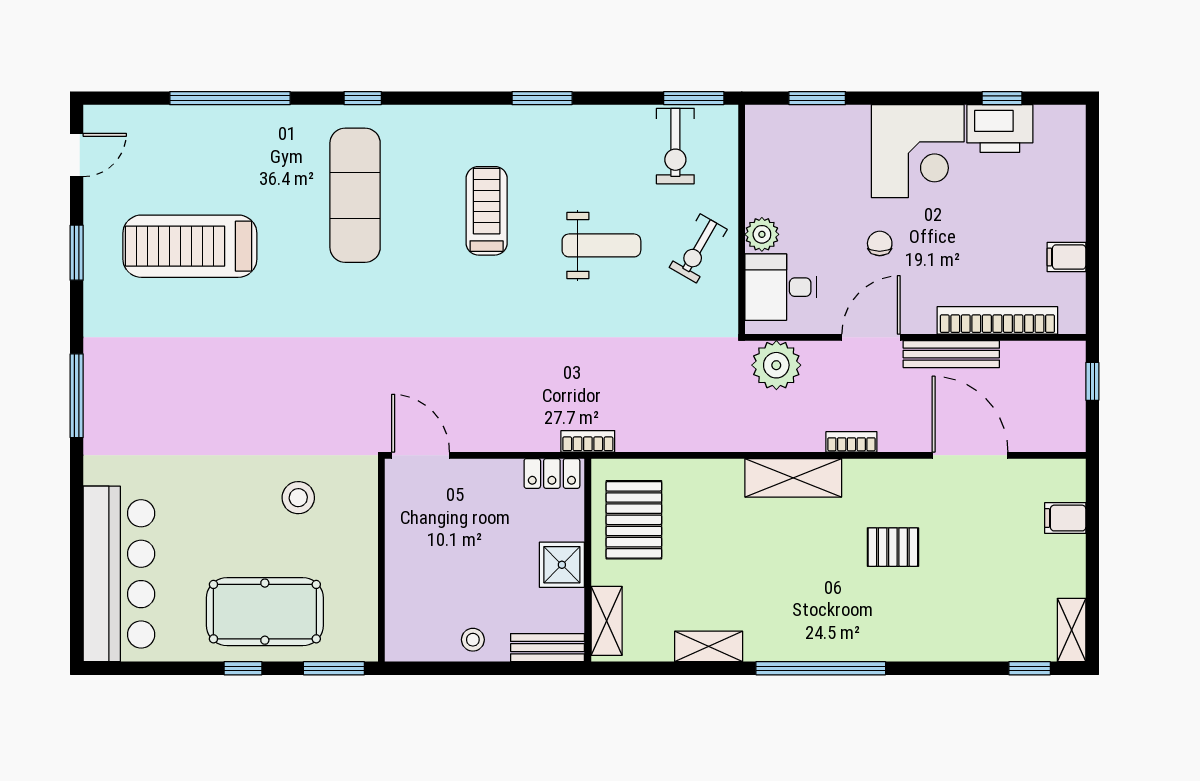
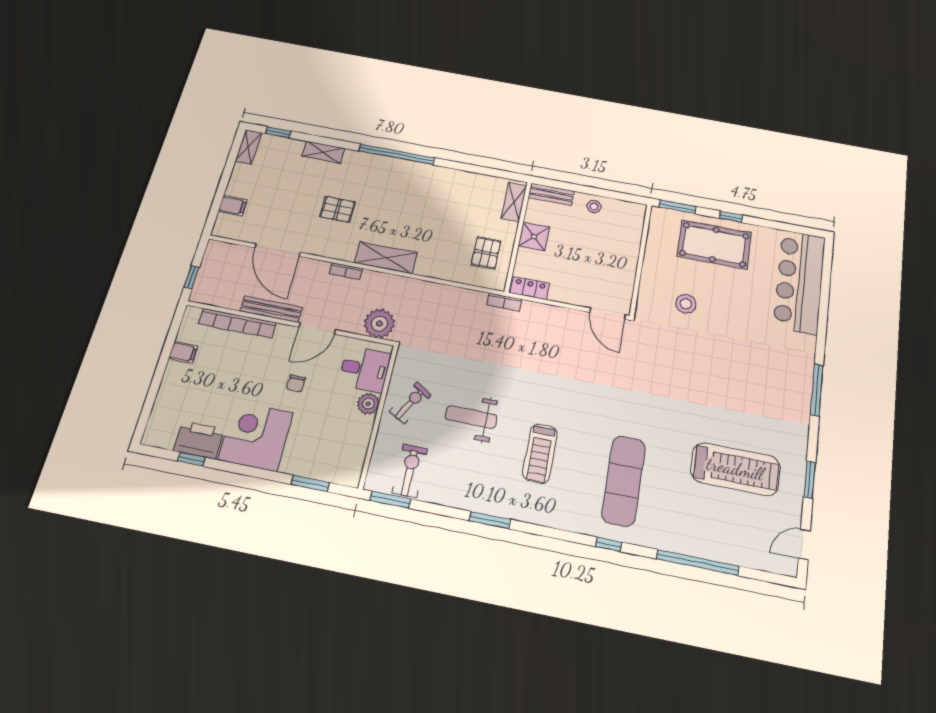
pallet: (634, 520) -> (486, 253), width x0.67, depth x0.71
shelving: (709, 646) -> (323, 152), moved

